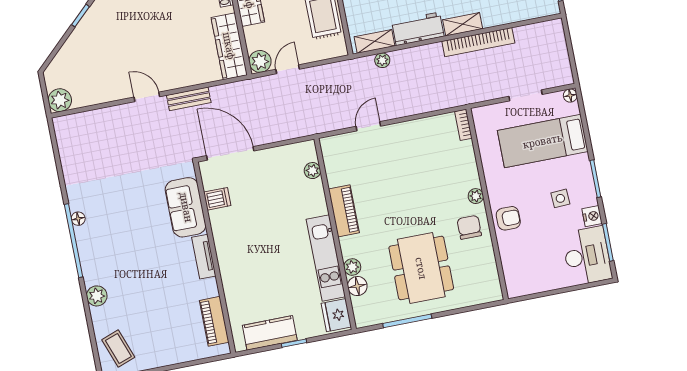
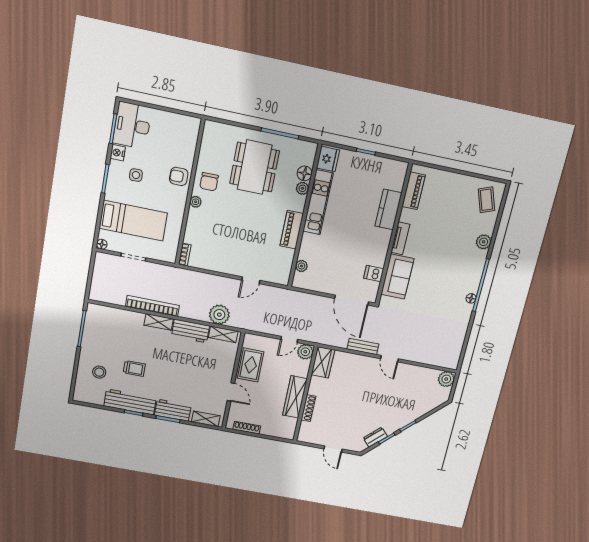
wardrobe: (229, 46) -> (323, 362), width x0.67
plant: (382, 60) -> (219, 315), width x1.87, depth x1.87
kitchen counter: (270, 333) -> (388, 210), moved, turned 90

